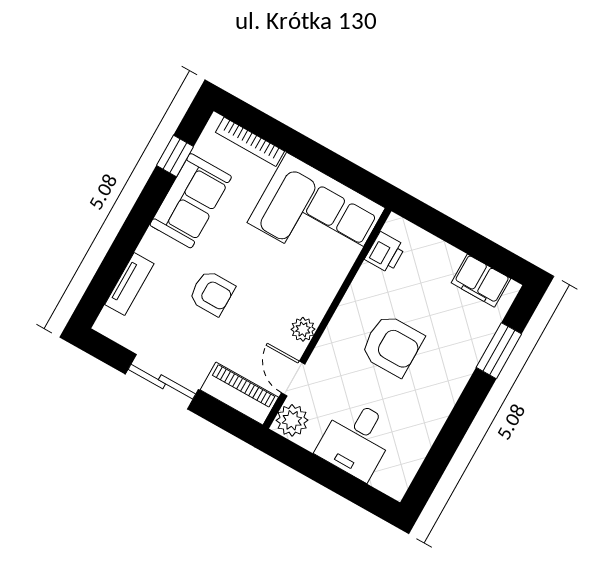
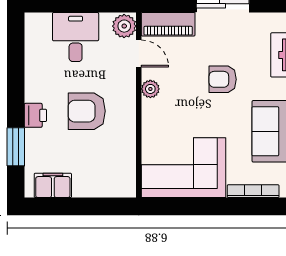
printer: (385, 253) -> (35, 115), moved, turned 180

